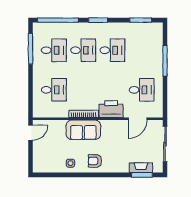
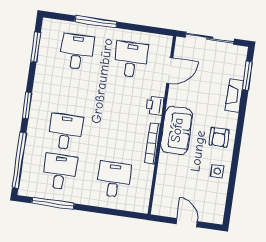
desk: (112, 50) -> (77, 52), moved
printer: (111, 109) -> (155, 106), width x0.53, depth x0.68
door: (138, 119) -> (170, 71), hinge flipped
sofa: (83, 130) -> (177, 130), moved
door: (30, 133) -> (187, 223), moved
fireplace: (141, 168) -> (234, 95), moved

